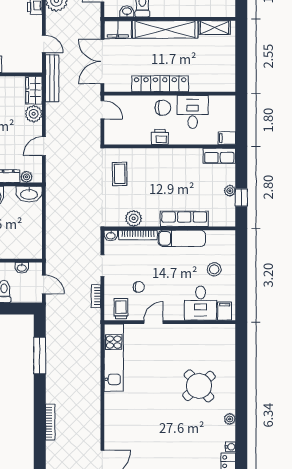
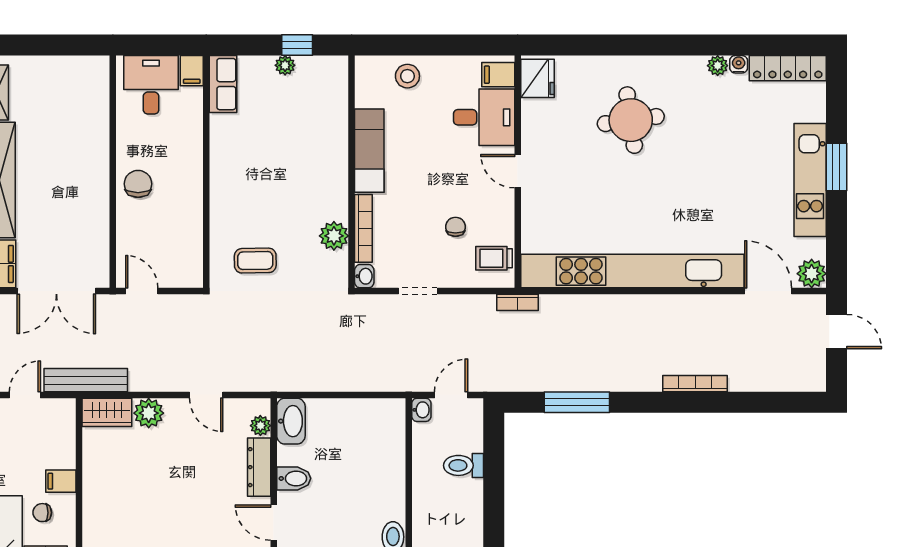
locker: (160, 84) -> (96, 189), removed
door: (102, 110) -> (142, 291), hinge flipped
desk: (193, 112) -> (151, 85), moved, turned 90
printer: (160, 137) -> (190, 189), removed
row of seats: (184, 219) -> (335, 146), removed
washbasin: (22, 268) -> (421, 410), moved
stool: (214, 269) -> (407, 76), moved
bookcase: (96, 296) -> (518, 302), moved
door: (153, 322) -> (518, 171), moved
fridge: (222, 333) -> (537, 78), added
kitchen unit: (114, 358) -> (632, 271), width x1.86
round table: (199, 386) -> (631, 120), turned 33
plant: (230, 419) -> (718, 66), moved

